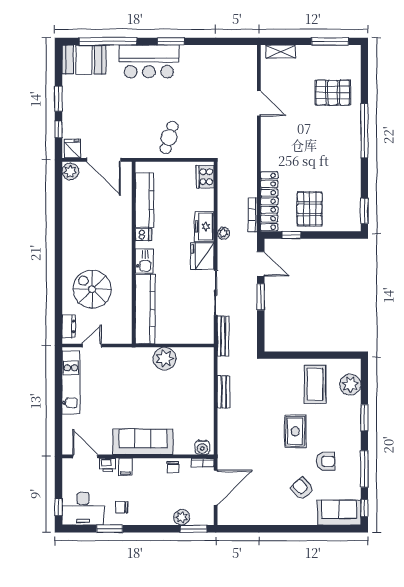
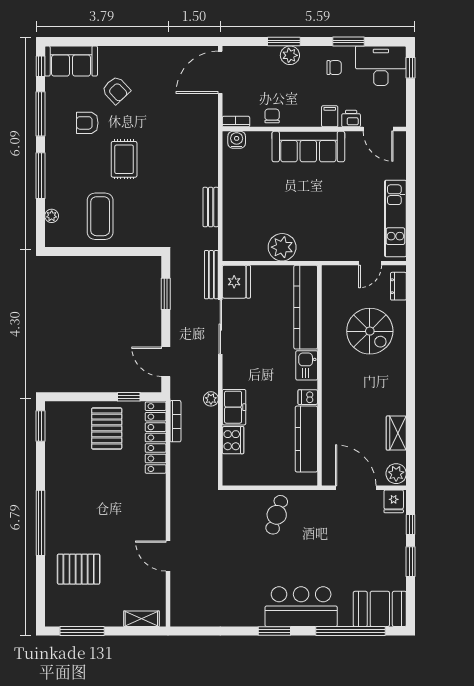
cooker: (205, 177) -> (233, 440), moved
wardrobe: (70, 205) -> (396, 433), added
fridge: (202, 256) -> (236, 282), moved
window: (261, 297) -> (166, 294), moved
plant: (350, 385) -> (52, 216), width x0.53, depth x0.53
window: (364, 418) -> (40, 176), width x1.44
door: (216, 488) -> (220, 72), moved
plant: (182, 517) -> (290, 55), moved
window: (194, 529) -> (284, 41), moved

